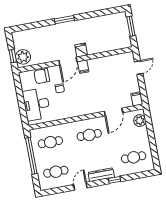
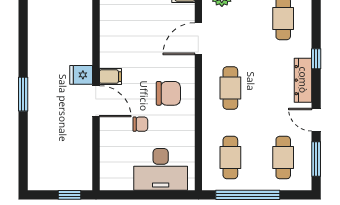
plant: (23, 57) -> (74, 177), removed
chair: (42, 76) -> (168, 93), moved, turned -90
door: (113, 112) -> (198, 39), swing flipped
window: (58, 190) -> (316, 159), added

